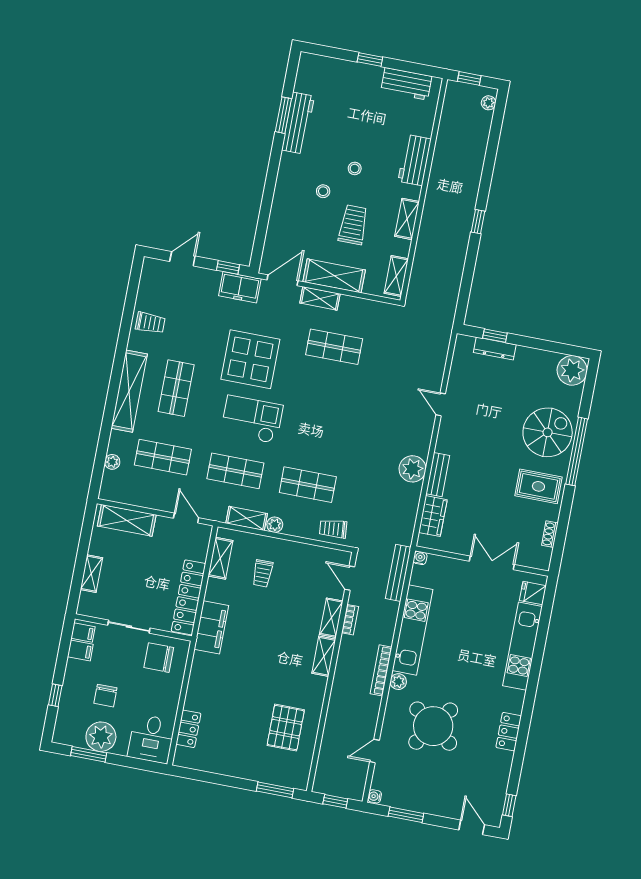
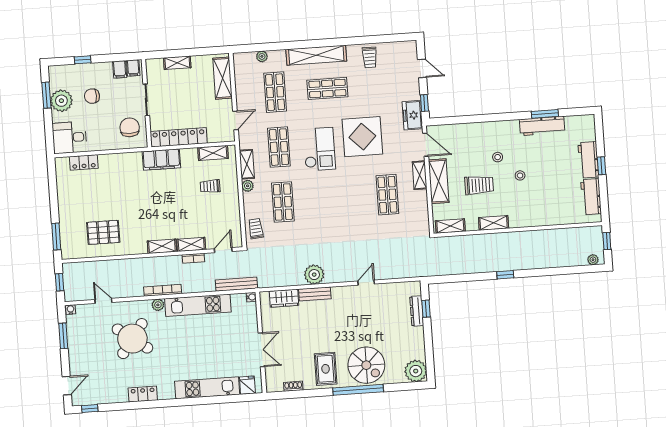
workbench: (415, 160) -> (588, 160), moved, turned -90

